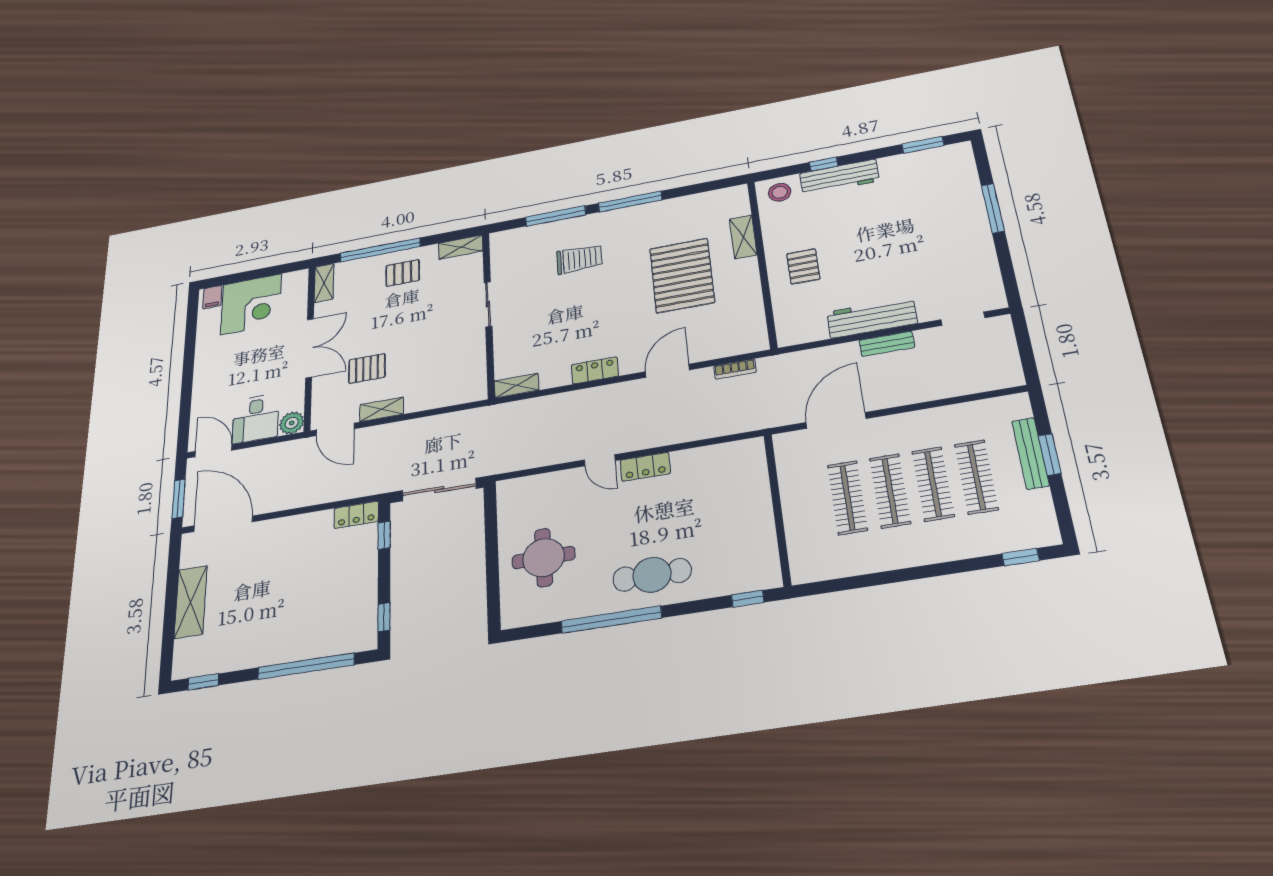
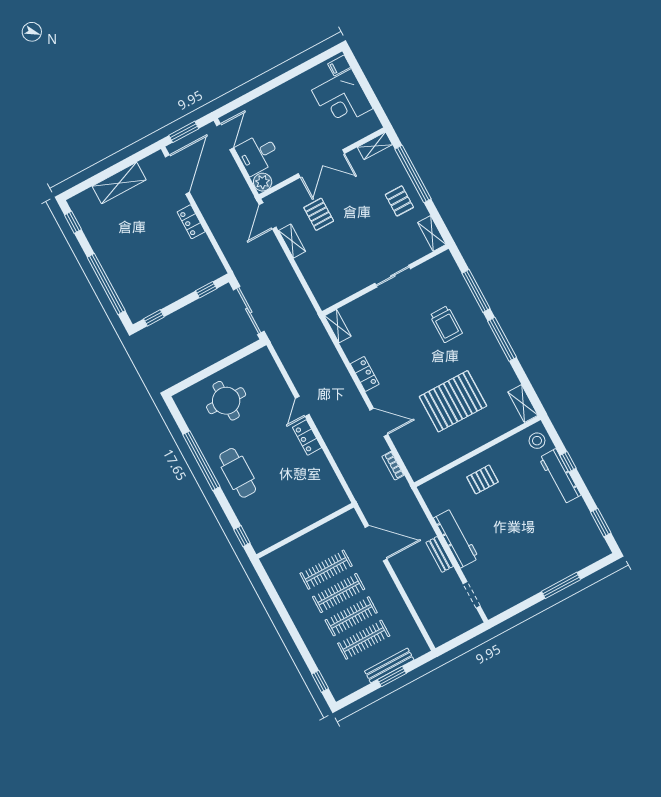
shelving: (743, 237) -> (523, 403), moved, turned 90
locker: (356, 515) -> (191, 222), moved

